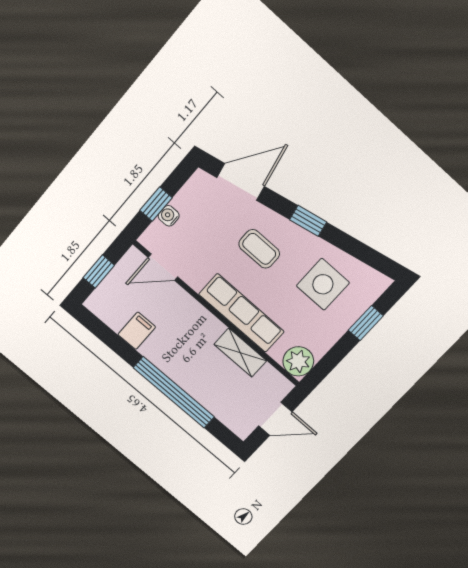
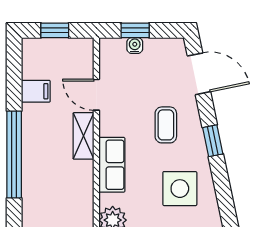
door: (163, 267) -> (96, 95), moved
row of seats: (242, 313) -> (112, 165), width x0.68
shelving: (240, 353) -> (83, 136), moved

